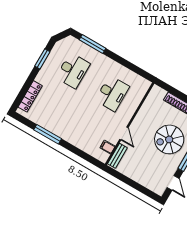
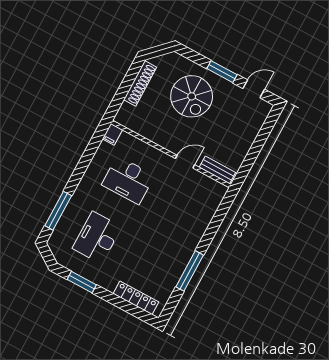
desk: (73, 71) -> (97, 238), turned -90
desk: (112, 93) -> (128, 180), turned 180
filing cabinet: (108, 147) -> (112, 134), moved

